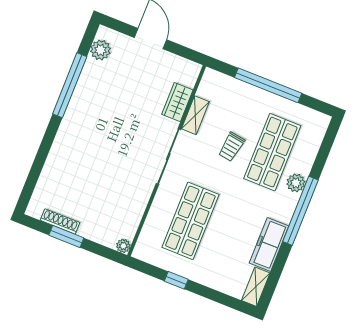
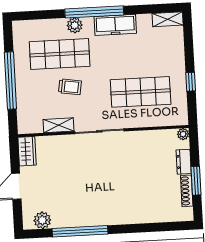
wardrobe: (177, 102) -> (27, 151), moved, turned -90
dresser: (93, 233) -> (184, 162), added
freezer: (269, 244) -> (115, 25), moved

